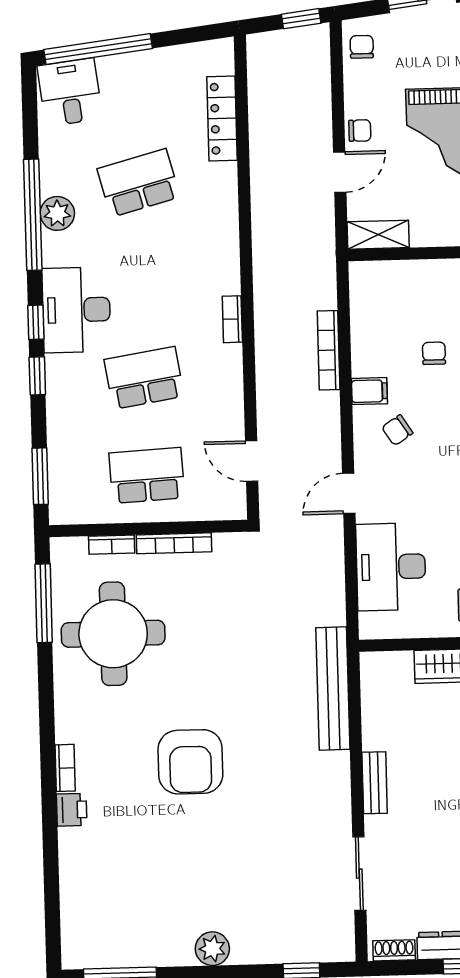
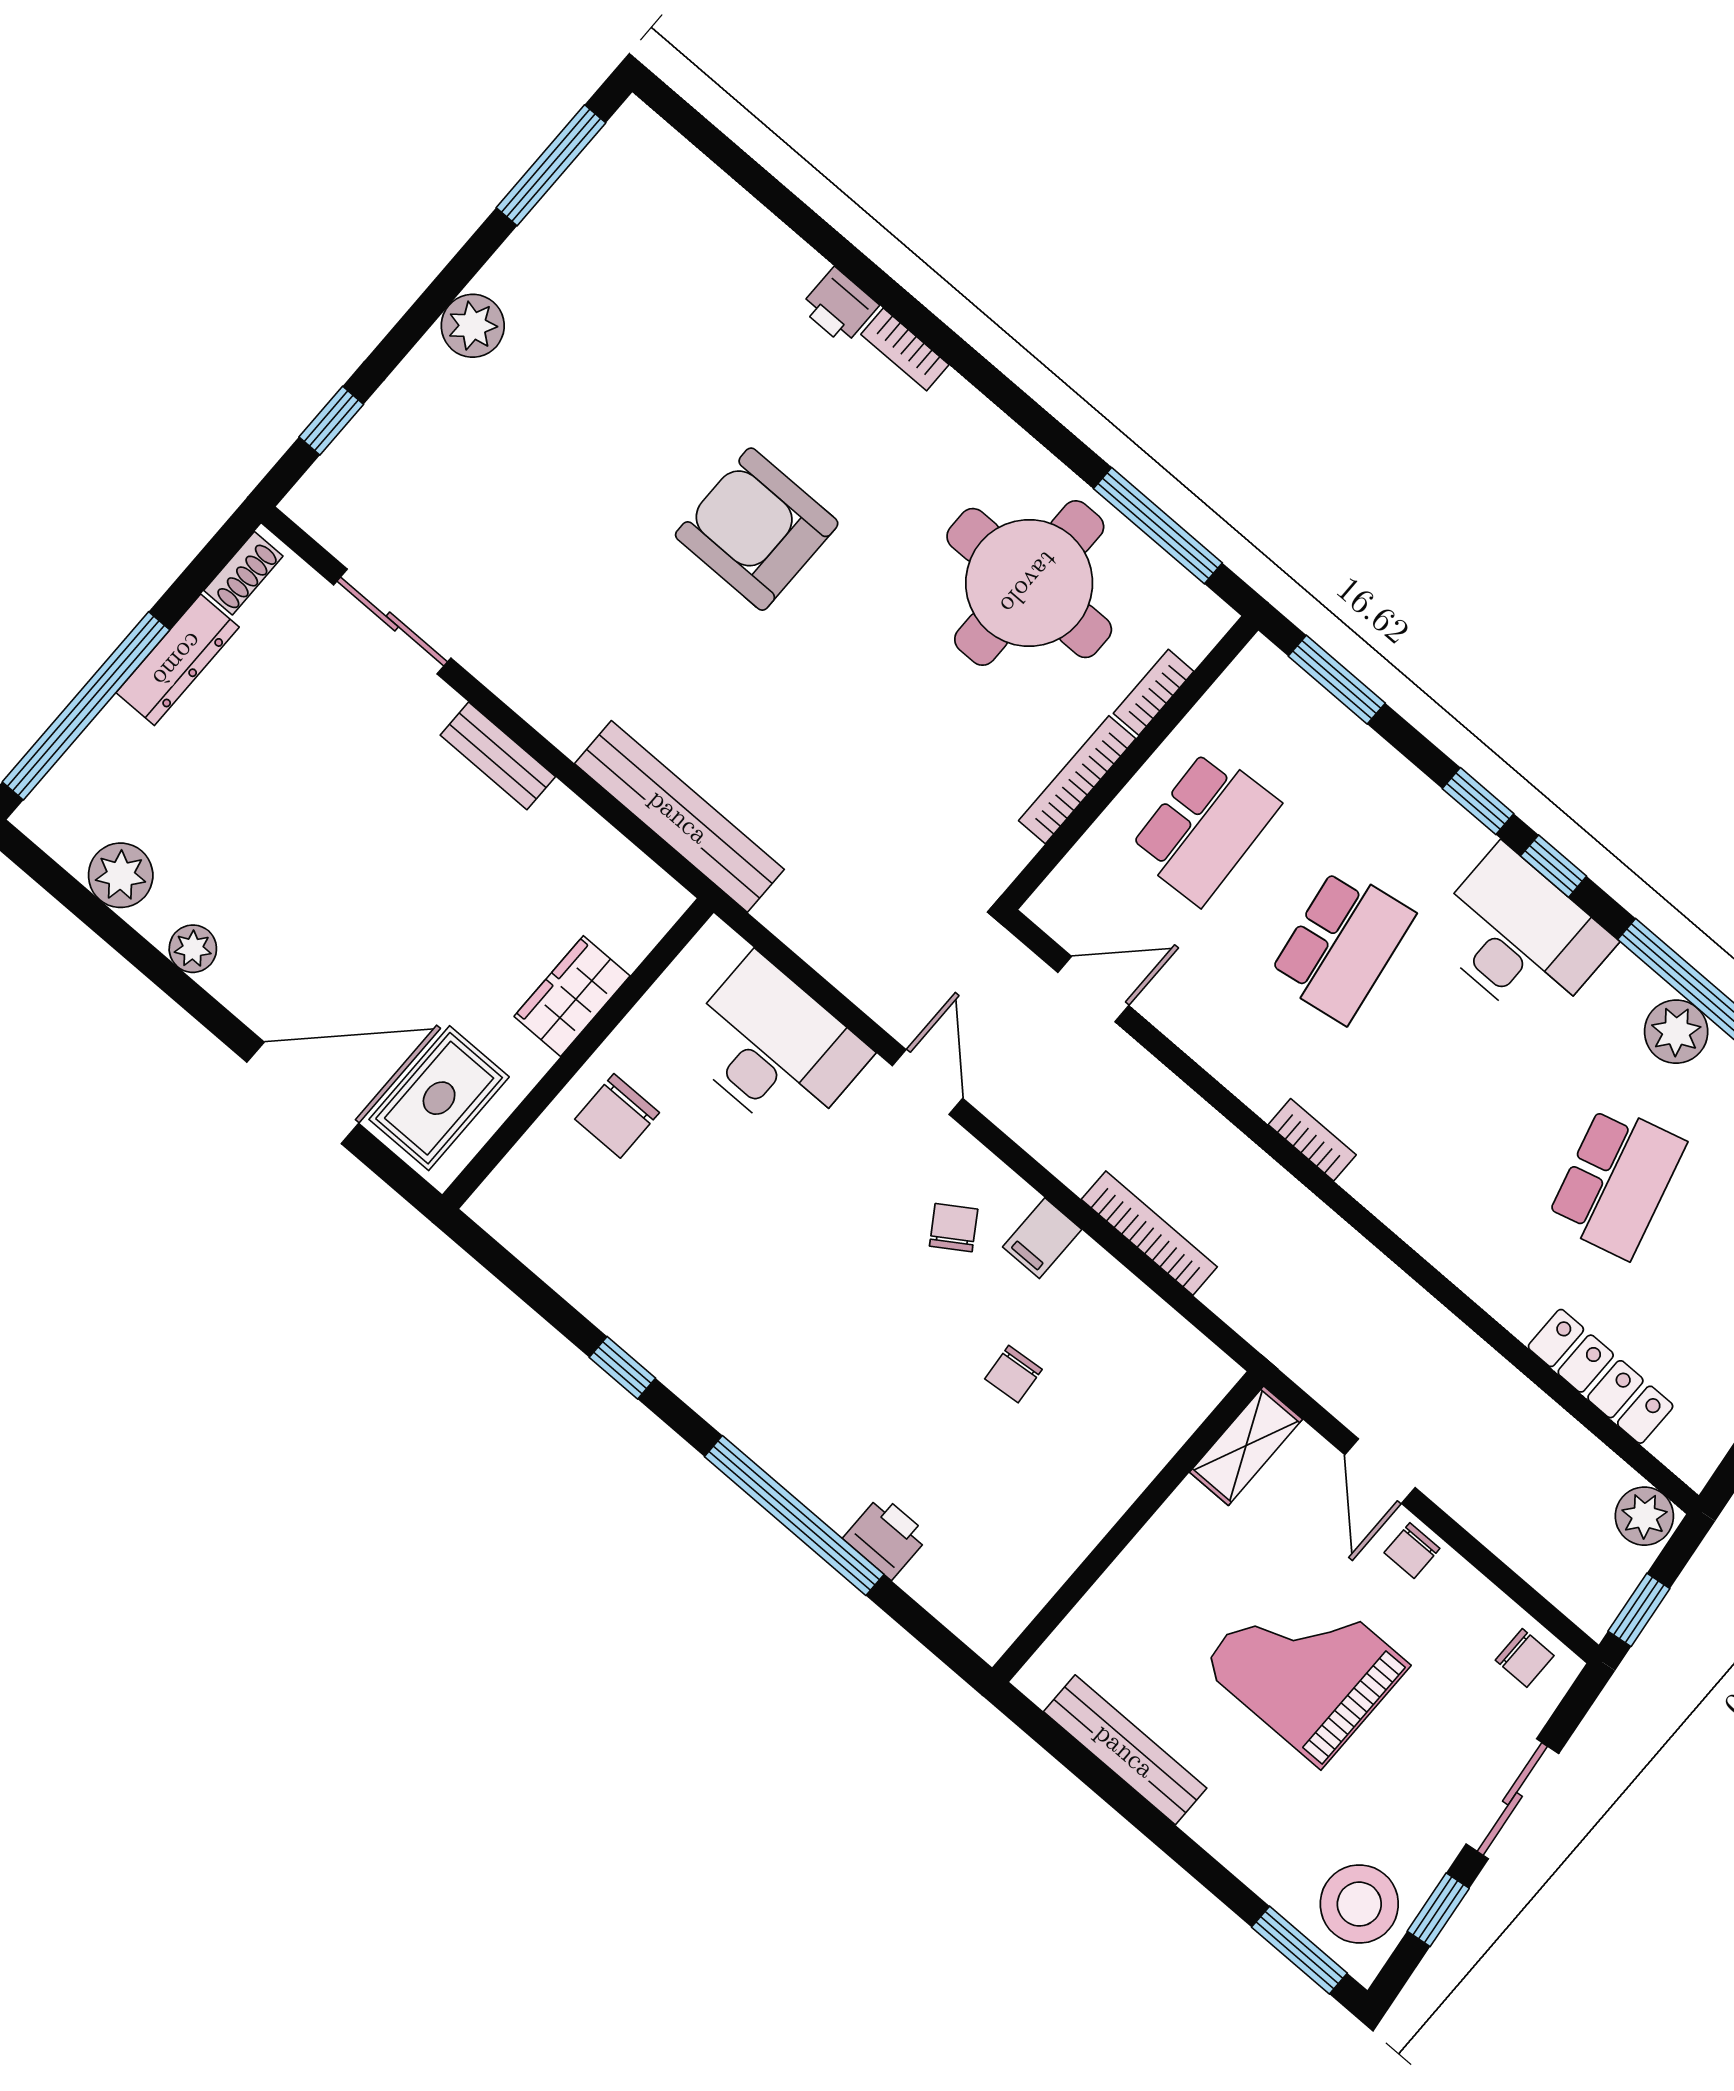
plant: (262, 50) -> (1644, 1516), added
chair: (434, 353) -> (1013, 1374), turned 85

